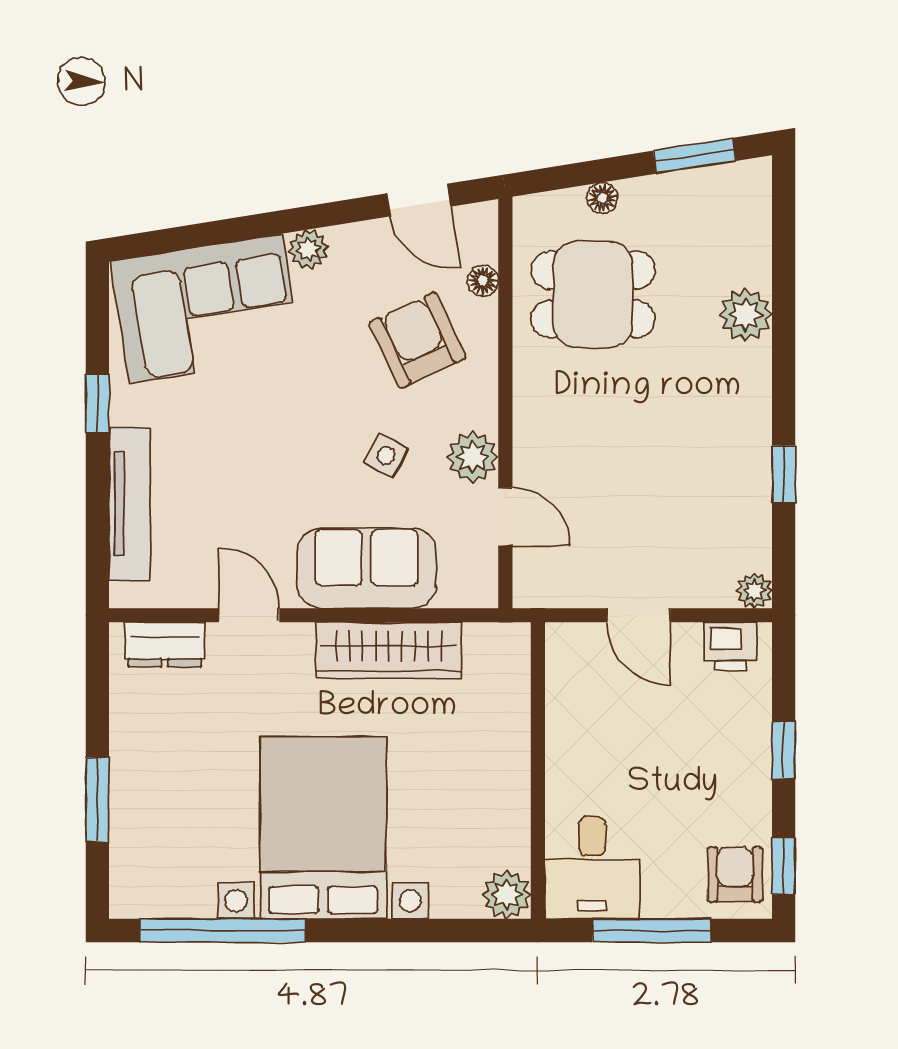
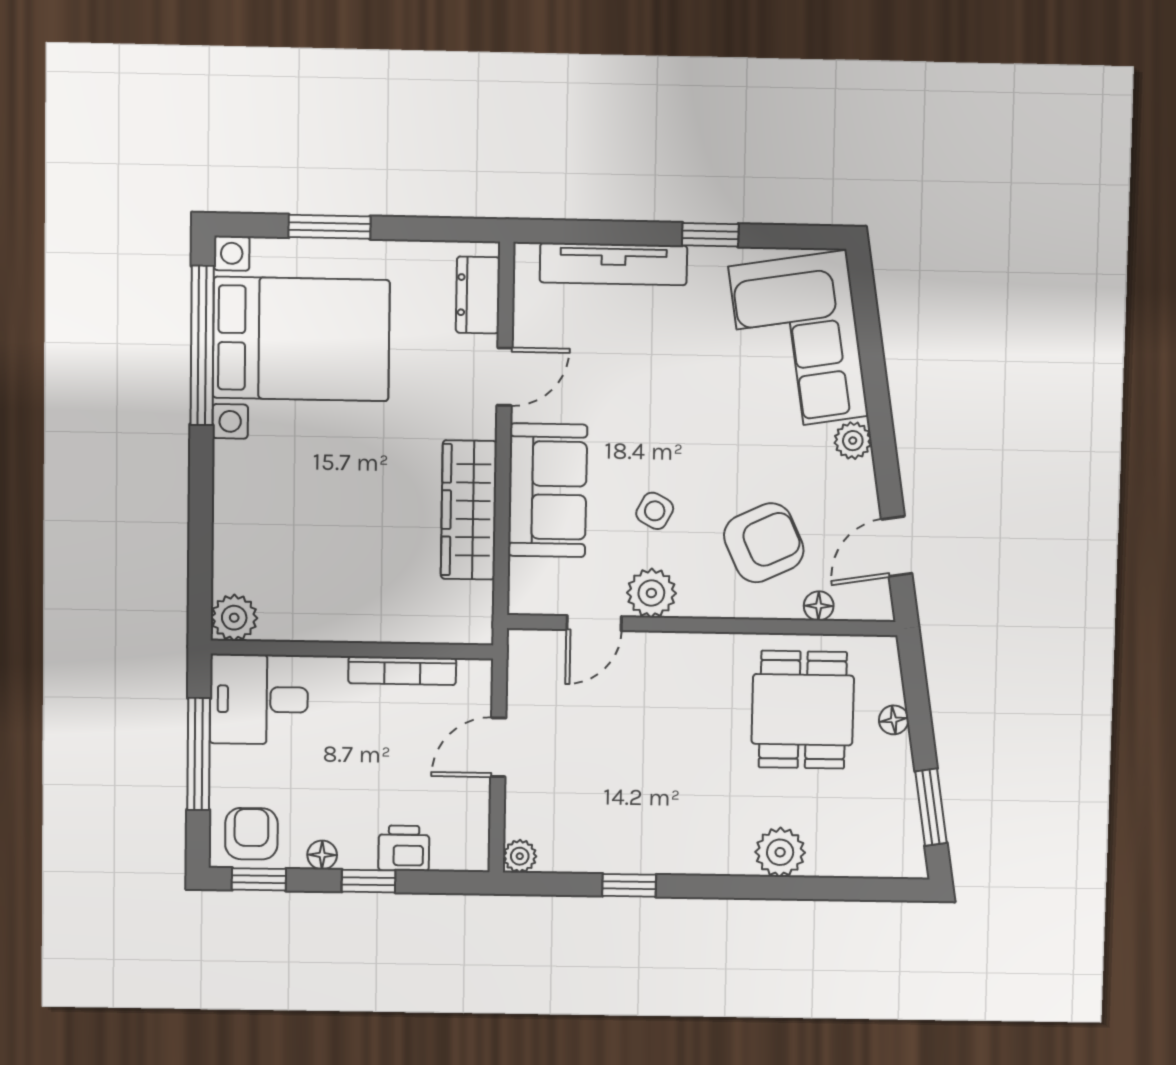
printer: (730, 646) -> (404, 848), moved, turned 90
bookcase: (559, 718) -> (402, 671), added
floor lamp: (756, 799) -> (322, 855), added
bed with nightstands: (323, 828) -> (301, 339), moved
armchair: (735, 874) -> (251, 834), turned -90

